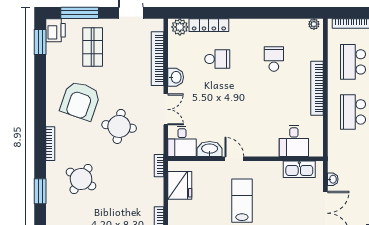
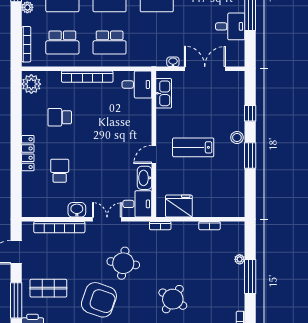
plant: (314, 24) -> (31, 84), width x1.87, depth x1.87
locker: (209, 25) -> (28, 153), moved
plant: (180, 27) -> (29, 206), removed
desk: (294, 141) -> (137, 84), moved

